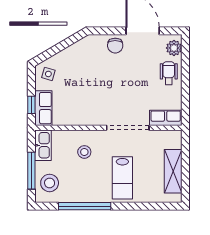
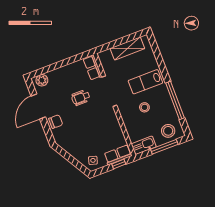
wheelchair: (169, 73) -> (81, 98), moved
stool: (84, 152) -> (144, 107), moved
lab bench: (122, 178) -> (145, 82), turned 180

